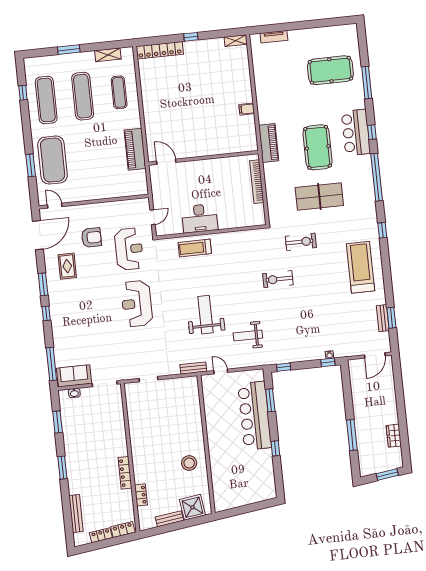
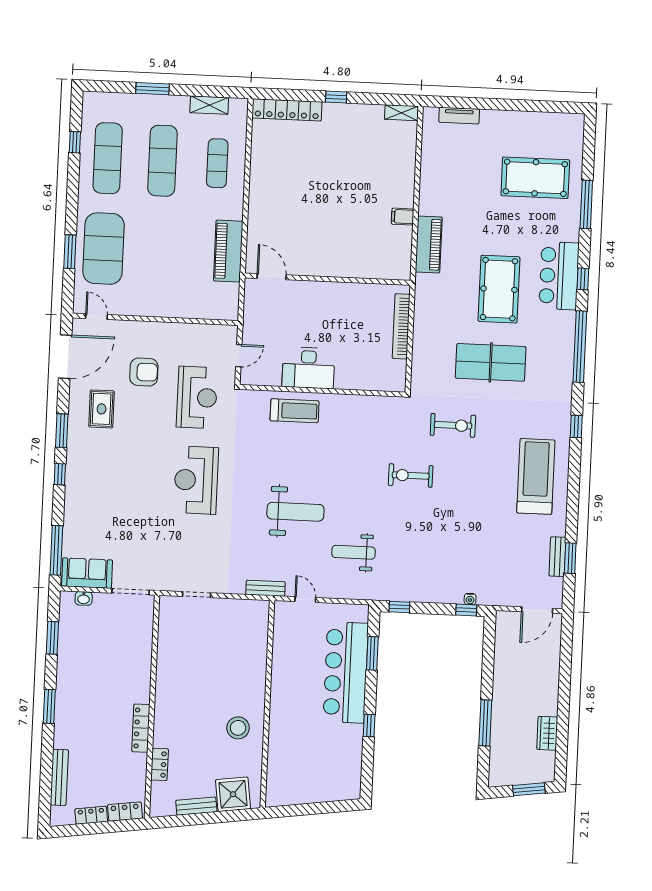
piano: (269, 143) -> (429, 245), moved
treadmill: (195, 248) -> (295, 411), turned 180
weight bench: (205, 315) -> (295, 512), turned 90

